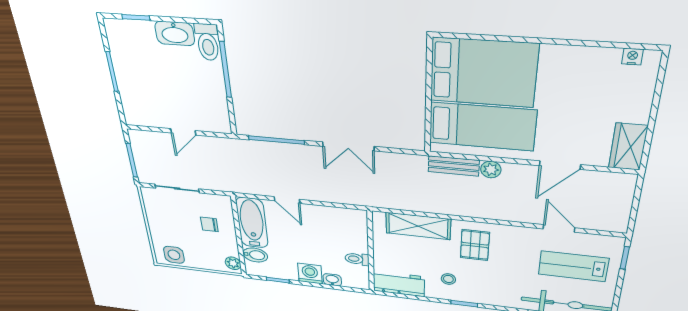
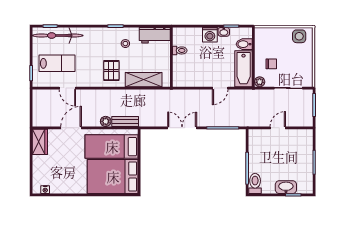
washbasin: (175, 33) -> (286, 187), moved
door: (287, 200) -> (220, 88), swing flipped
plant: (233, 263) -> (260, 82), moved
washbasin: (332, 280) -> (224, 32), moved

